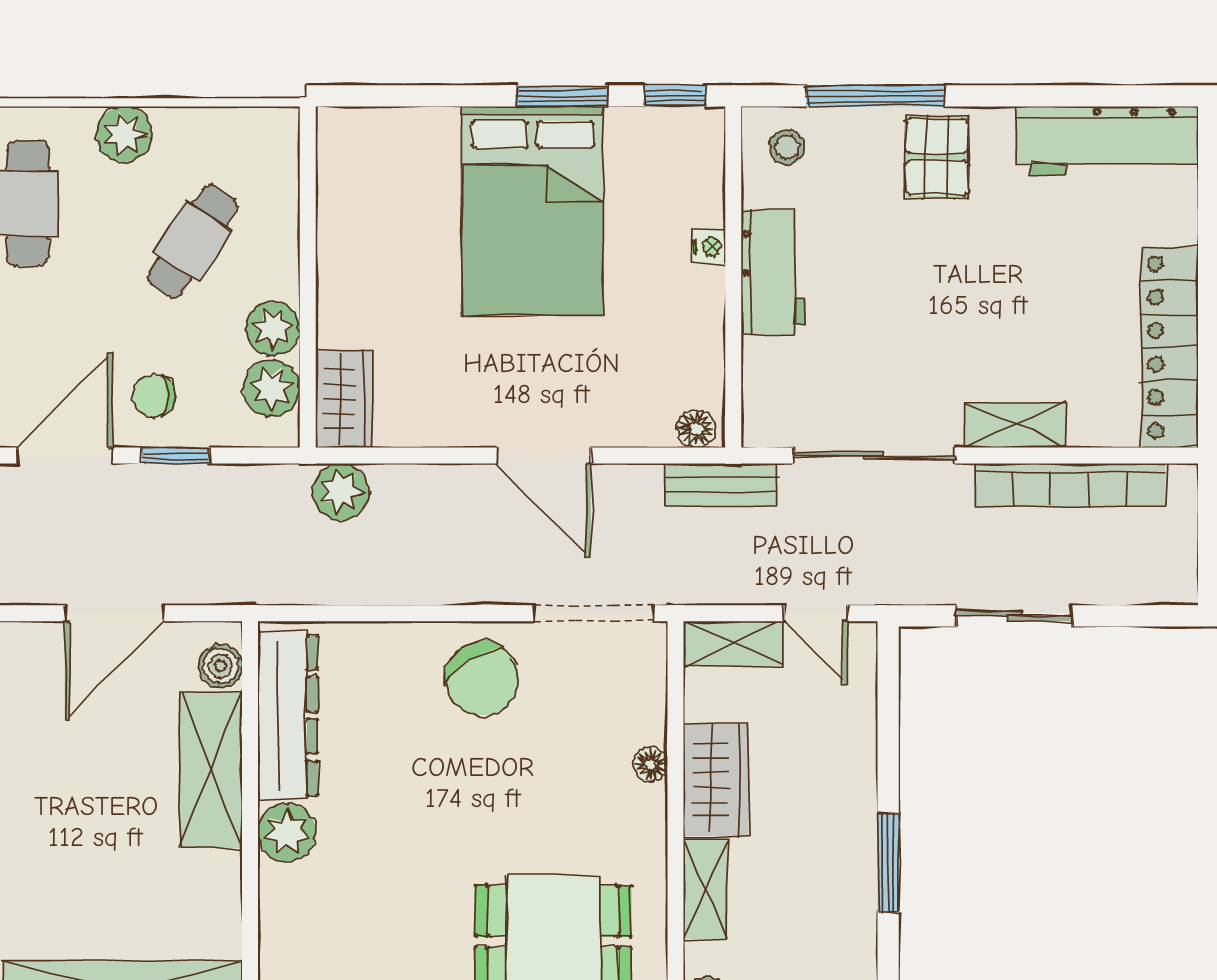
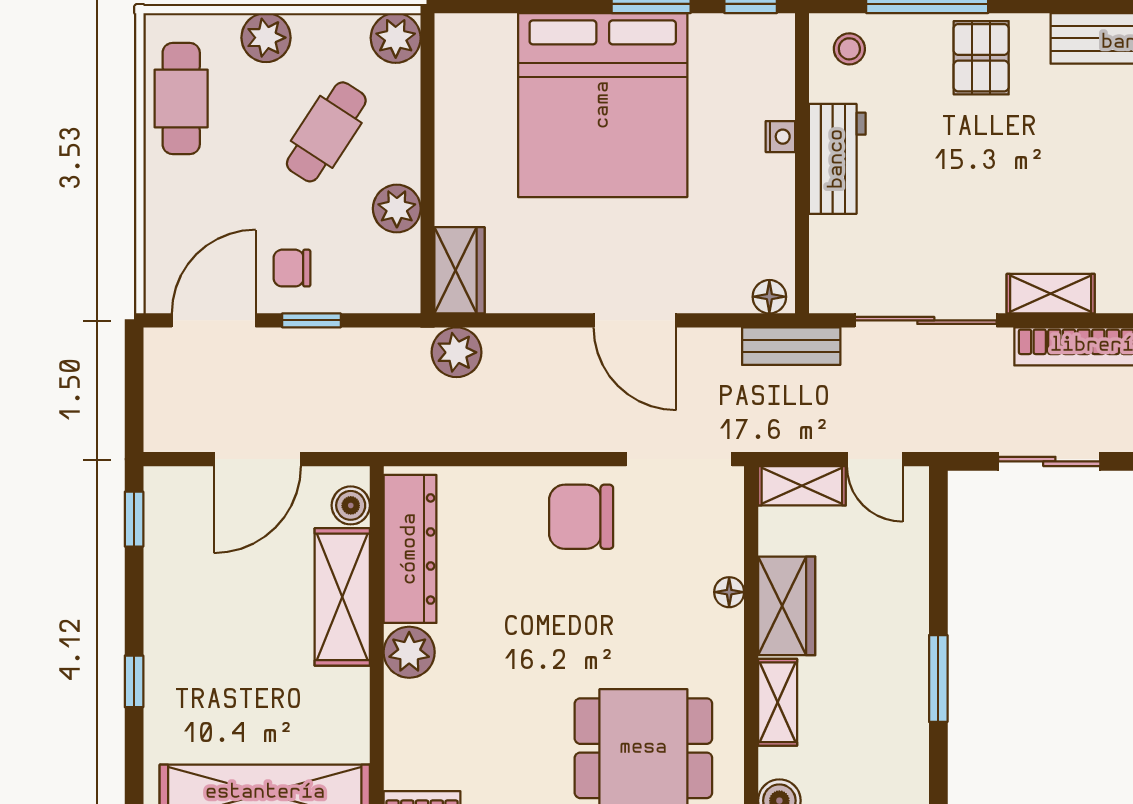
bed: (532, 211) -> (603, 105), width x1.36
plant: (272, 388) -> (396, 38), moved
chair: (482, 679) -> (581, 517), turned 123

